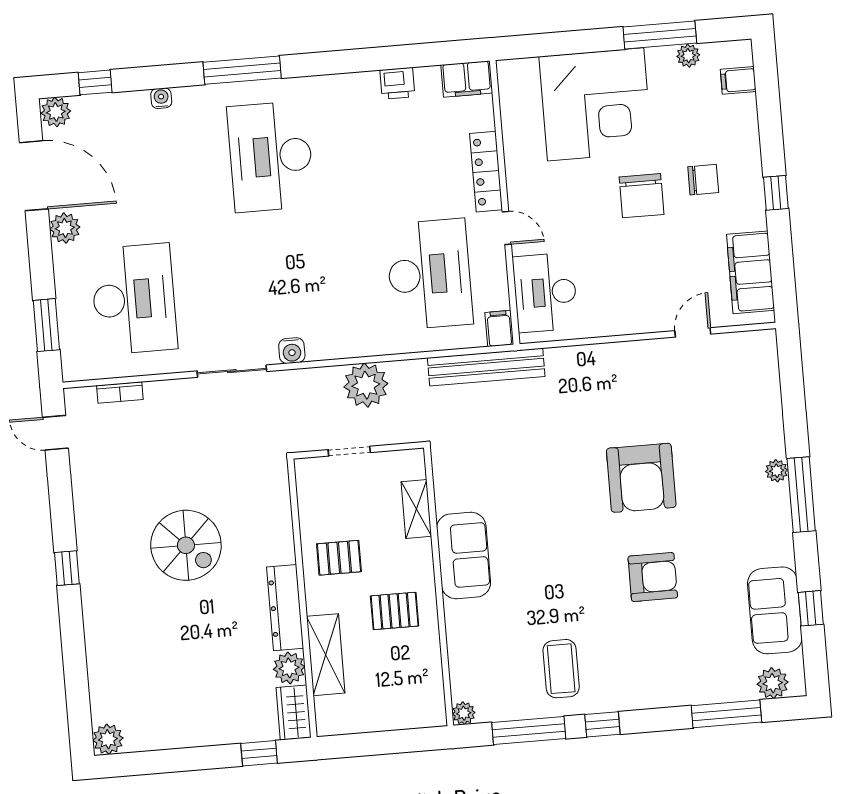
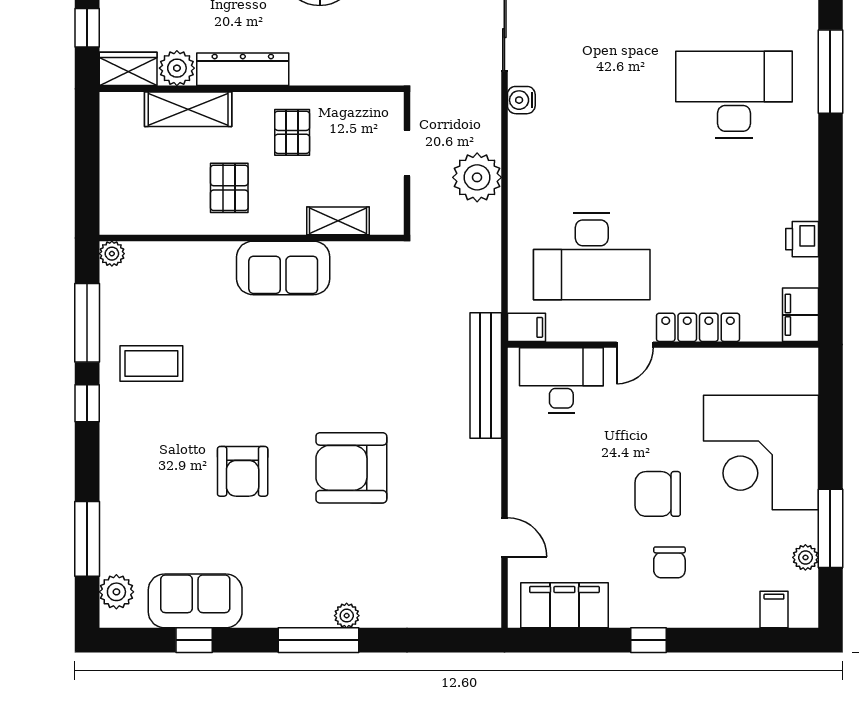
bench: (486, 367) -> (486, 376), moved

